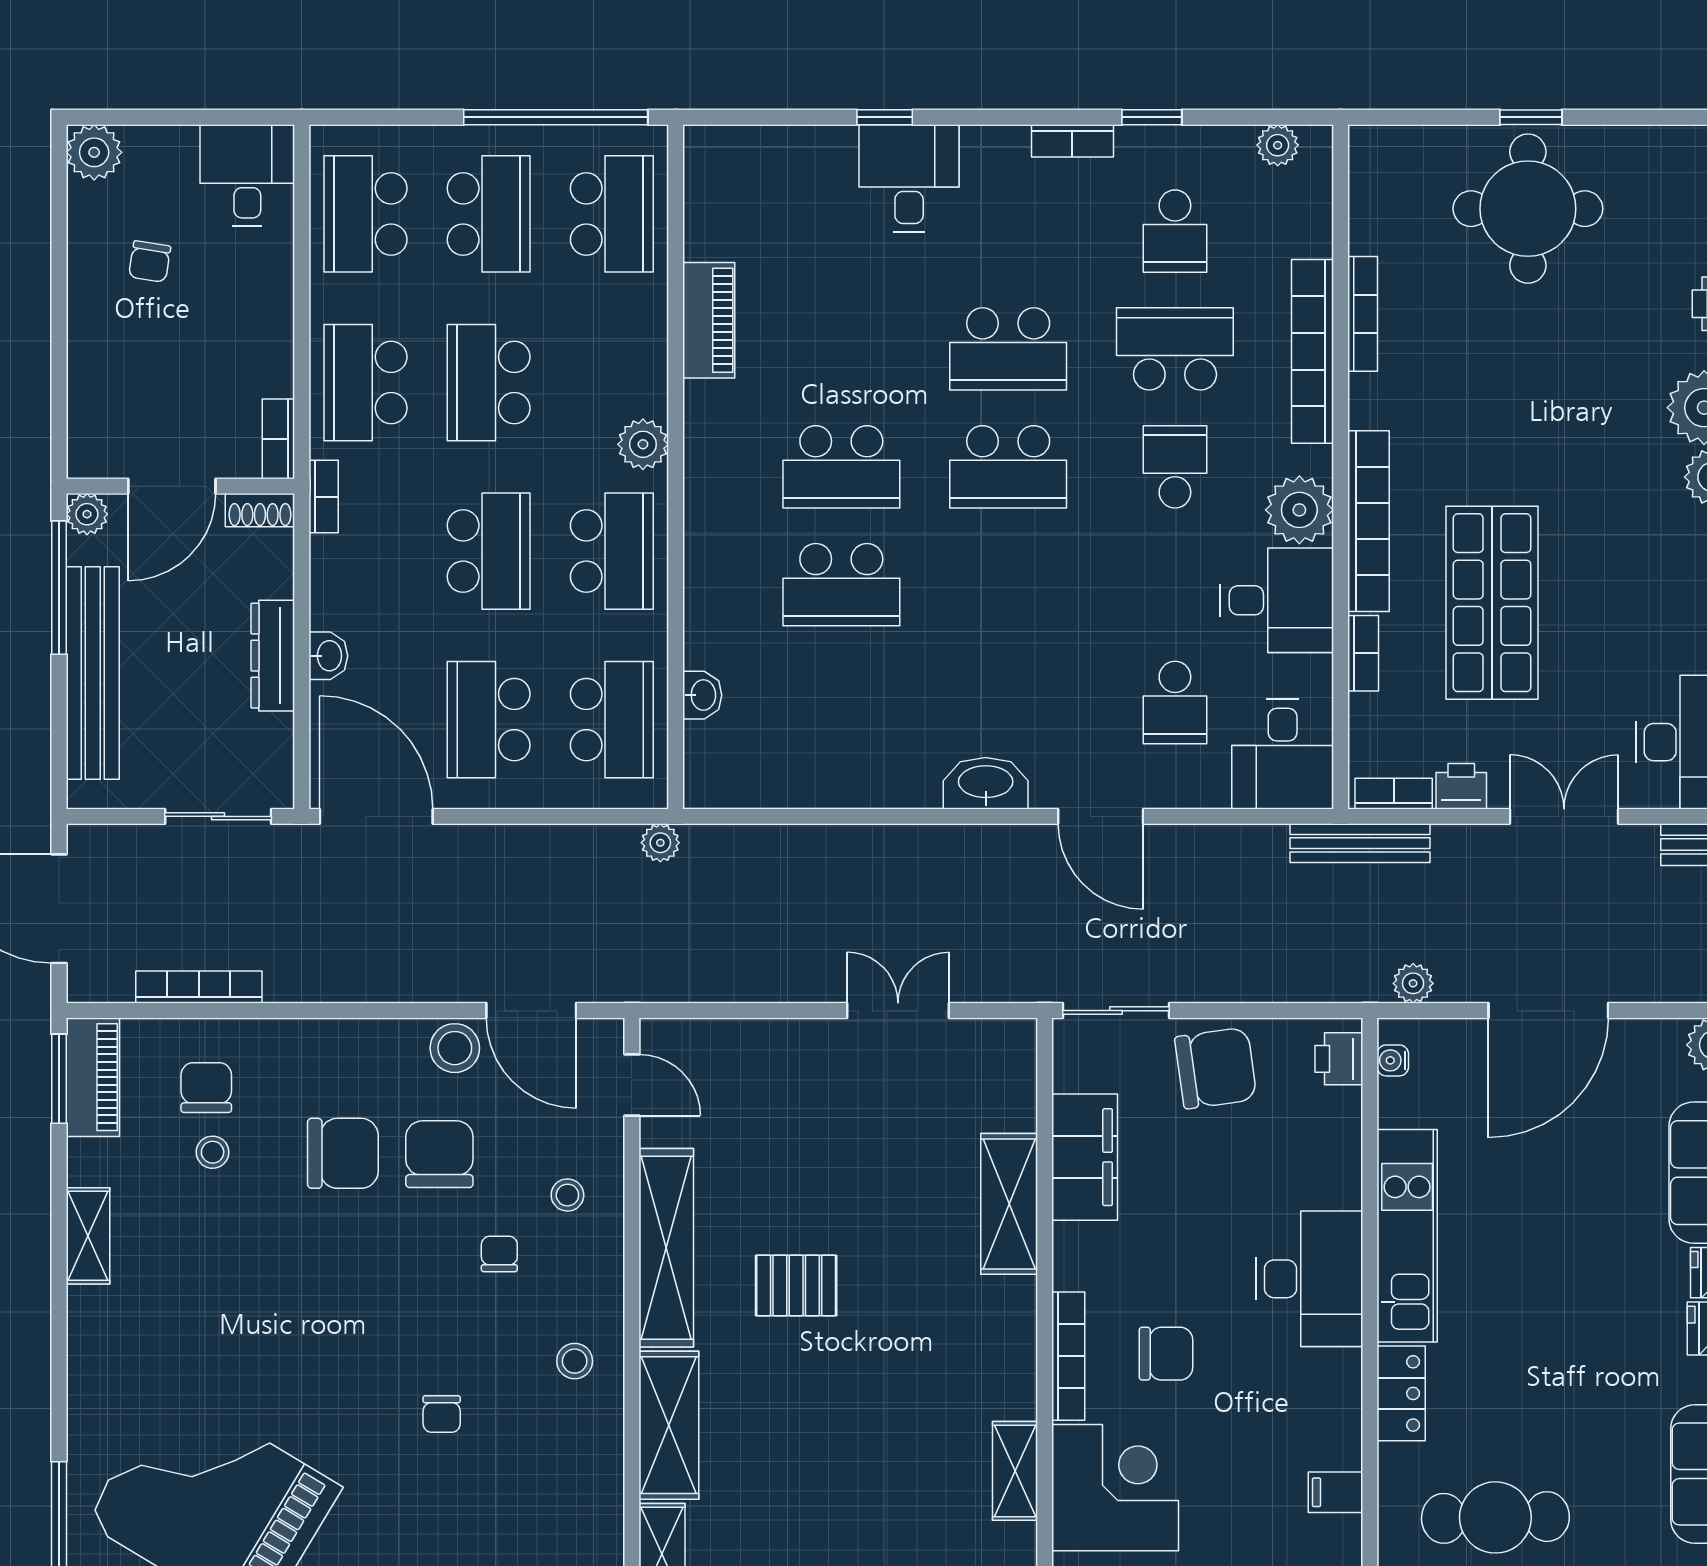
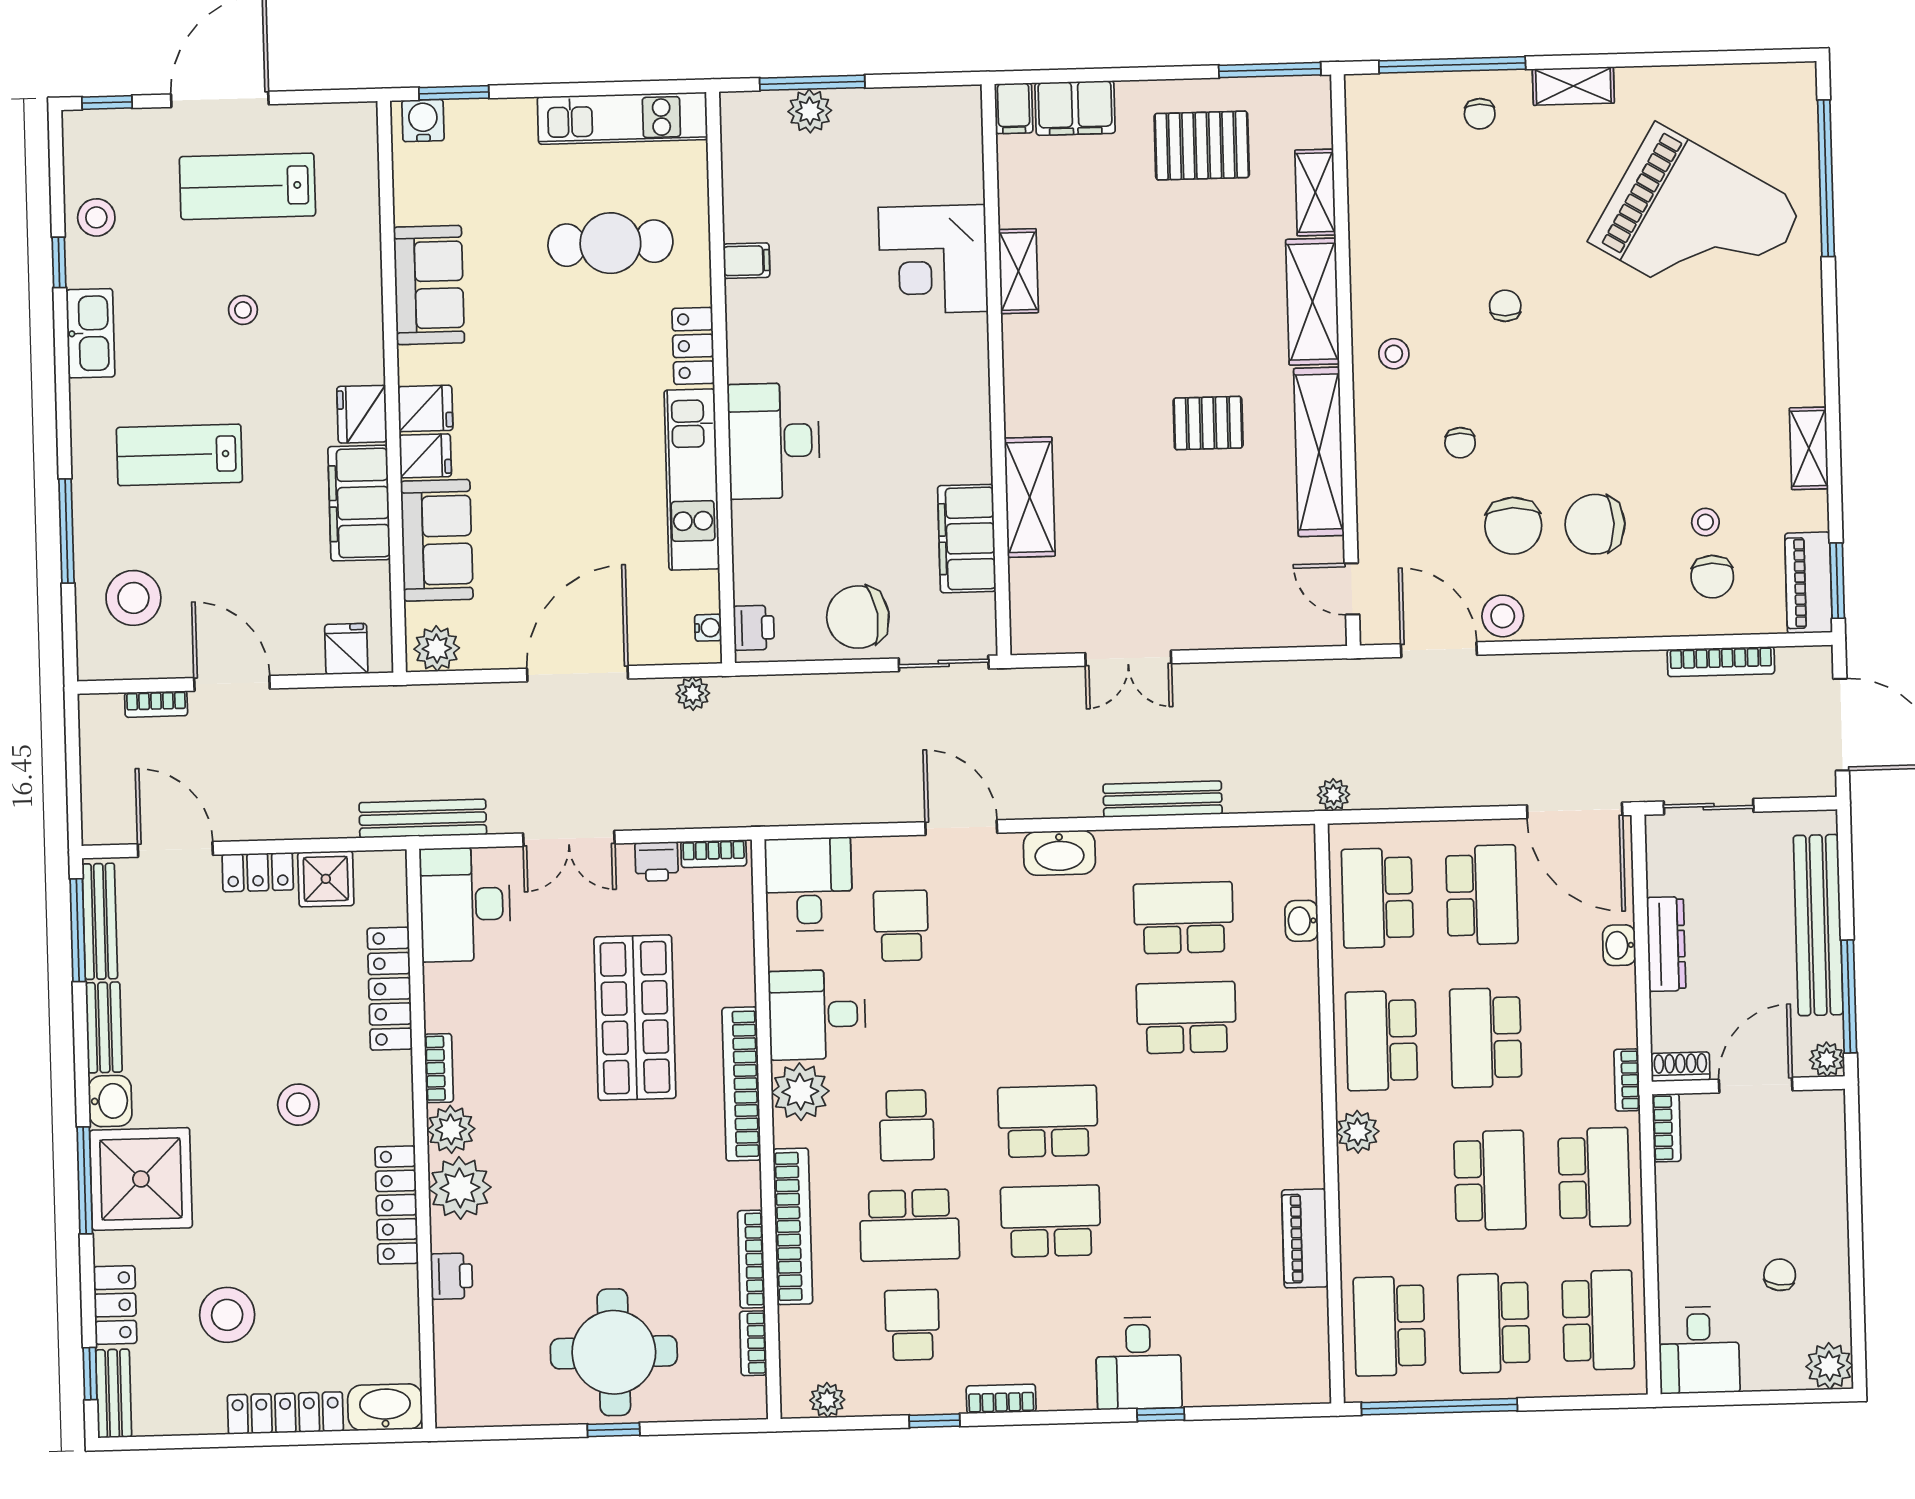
school desk: (841, 467) -> (1184, 918), moved
bookcase: (1363, 653) -> (753, 1343), moved
bench: (1360, 843) -> (1163, 799), moved
stool: (567, 1195) -> (1404, 494), removed
chair: (1166, 1354) -> (893, 374), removed
bookcase: (1068, 1356) -> (976, 370), removed

